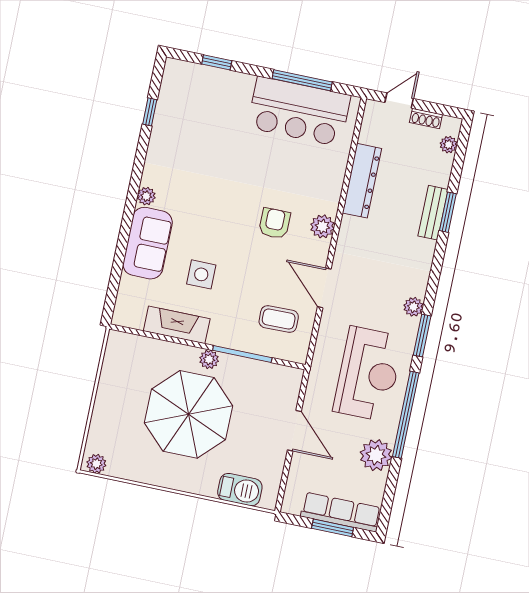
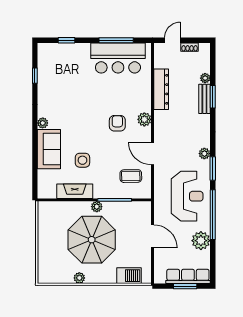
plant: (449, 145) -> (205, 78), moved
plant: (96, 464) -> (79, 278), moved

